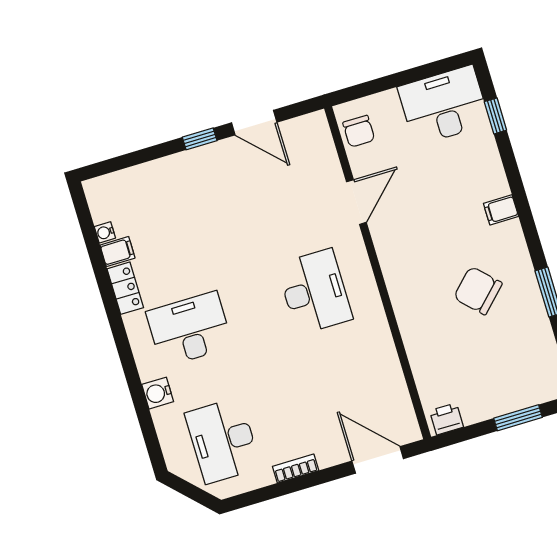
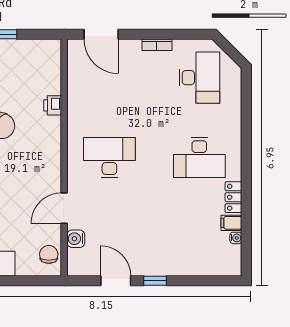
desk: (315, 292) -> (109, 158), turned 90
water cooler: (158, 393) -> (76, 239), moved, turned 180
printer: (447, 419) -> (53, 105), moved, turned 90

